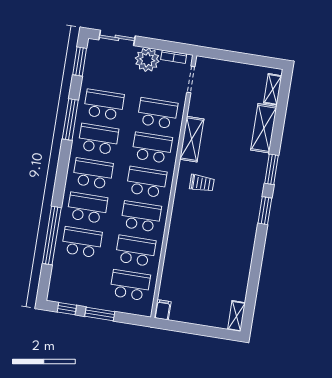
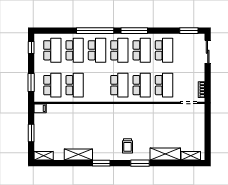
plant: (147, 60) -> (197, 73), removed
window: (70, 120) -> (134, 31), moved
shelving: (192, 139) -> (78, 154), moved
trolley: (202, 183) -> (127, 146), moved
window: (265, 211) -> (101, 163), moved
school desk: (141, 216) -> (52, 50), moved
window: (52, 236) -> (95, 31), moved
window: (100, 314) -> (31, 82), moved
window: (198, 330) -> (31, 133), added

